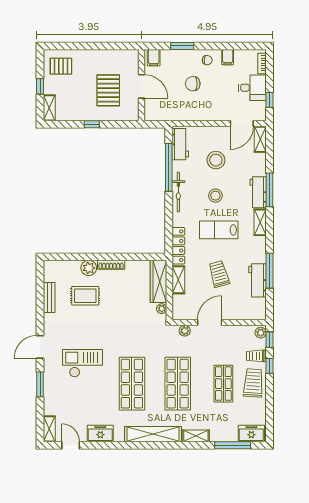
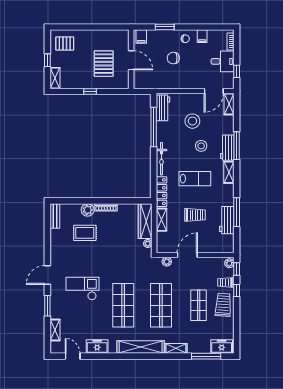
bicycle: (178, 192) -> (161, 159), moved
stool: (215, 196) -> (201, 146), moved
lab bench: (219, 230) -> (195, 179), turned 180
trolley: (219, 274) -> (195, 215), turned 106
bench: (49, 298) -> (55, 216), moved
shelving: (49, 429) -> (55, 330), moved

